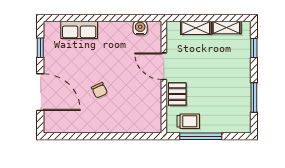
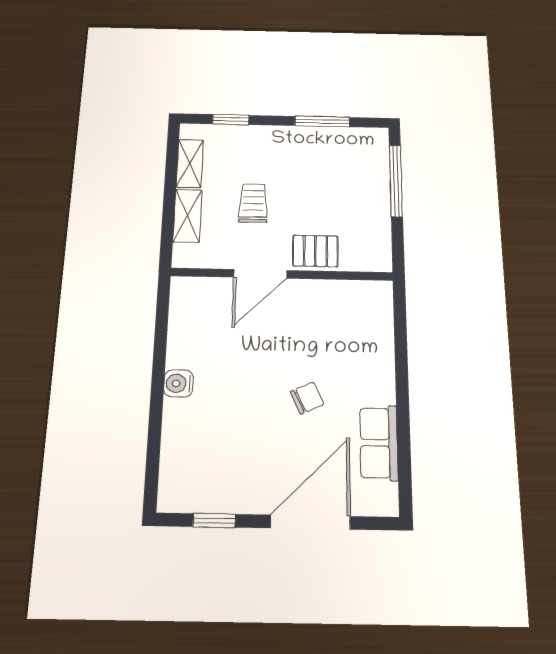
water cooler: (140, 28) -> (178, 383), moved
row of seats: (79, 30) -> (379, 443), moved, turned 180
trolley: (188, 121) -> (253, 203), moved
window: (201, 136) -> (396, 181), moved

